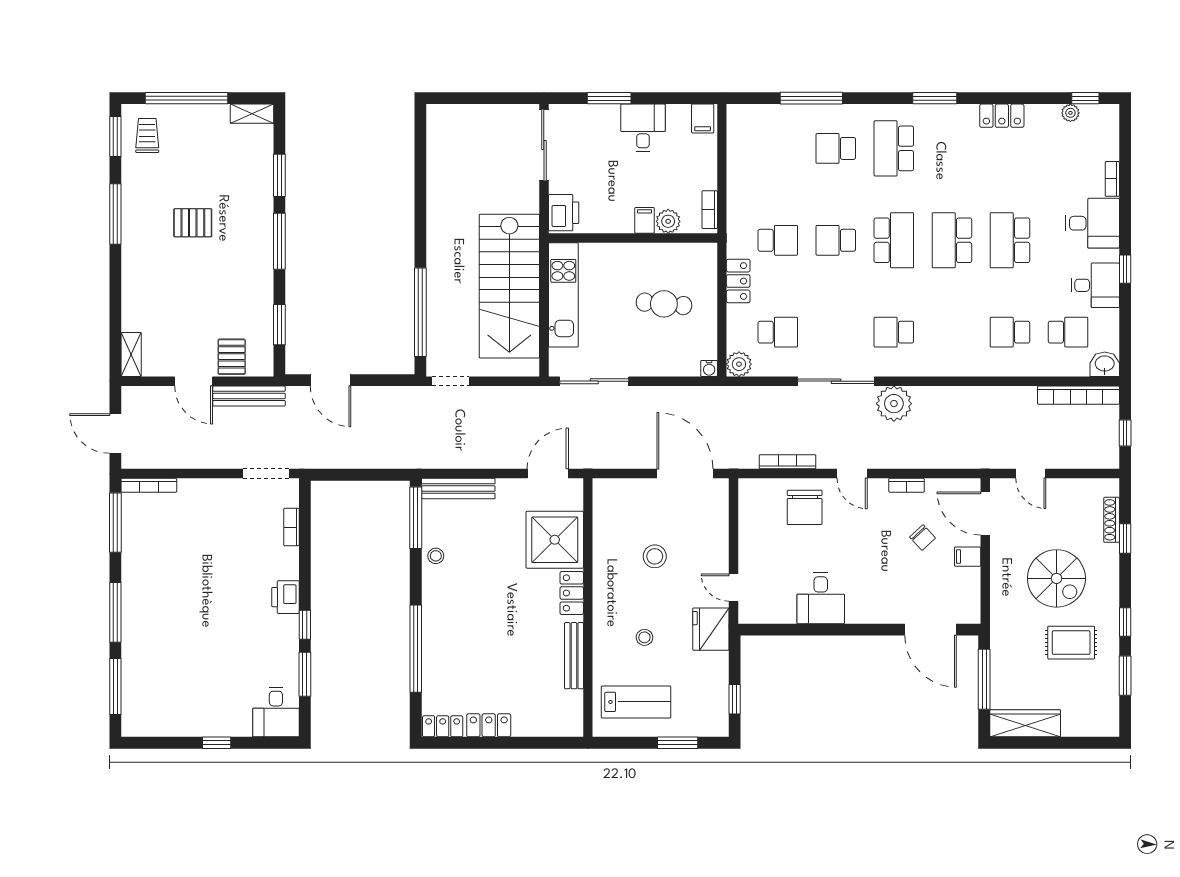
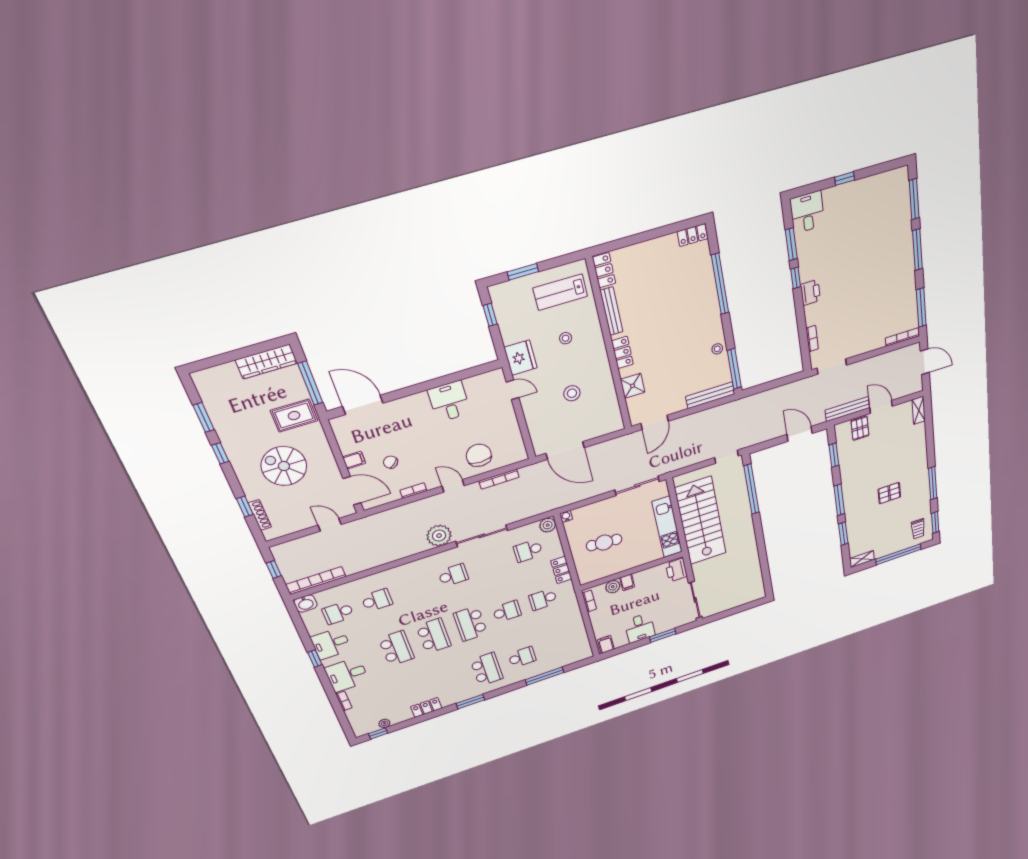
shower: (555, 540) -> (633, 386), width x0.54, depth x0.54
rug: (1071, 643) -> (294, 416), moved
locker: (489, 725) -> (604, 270), moved, turned -90

